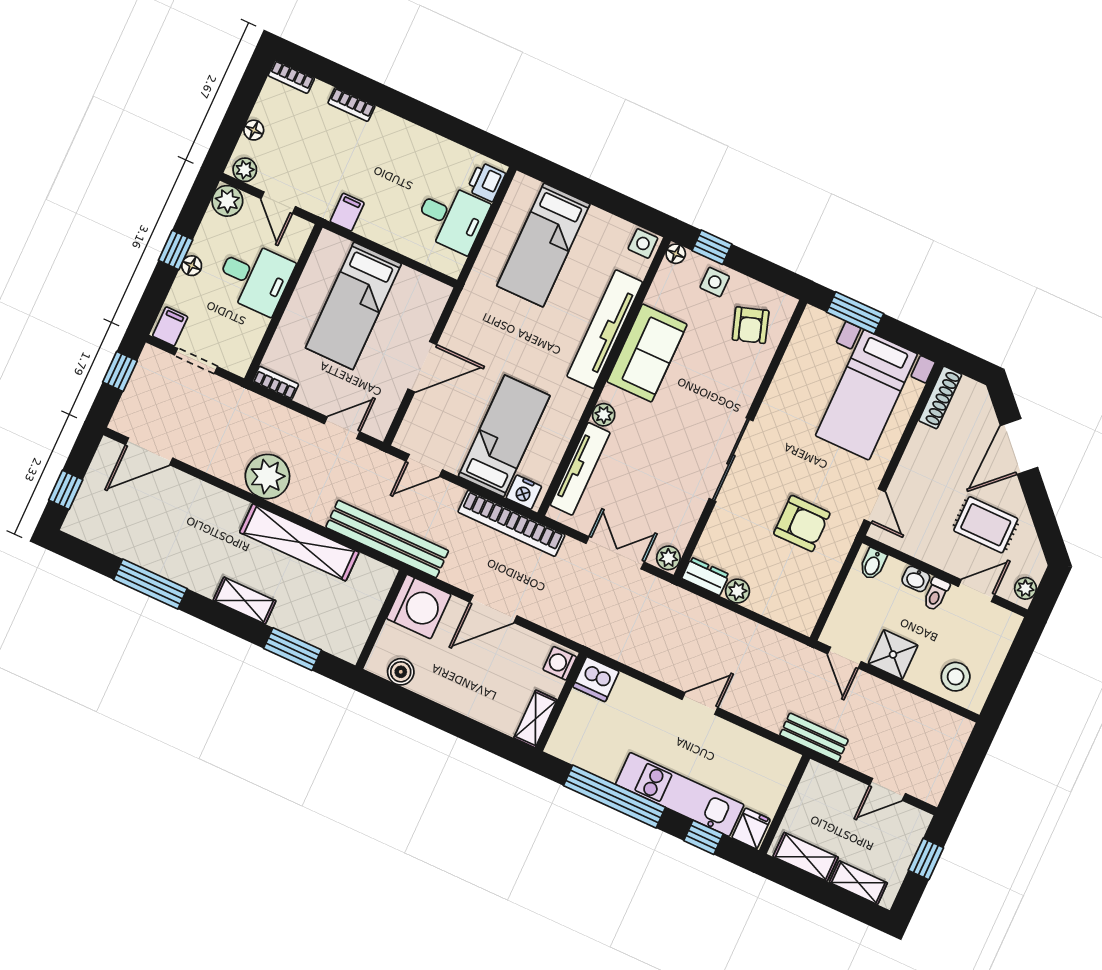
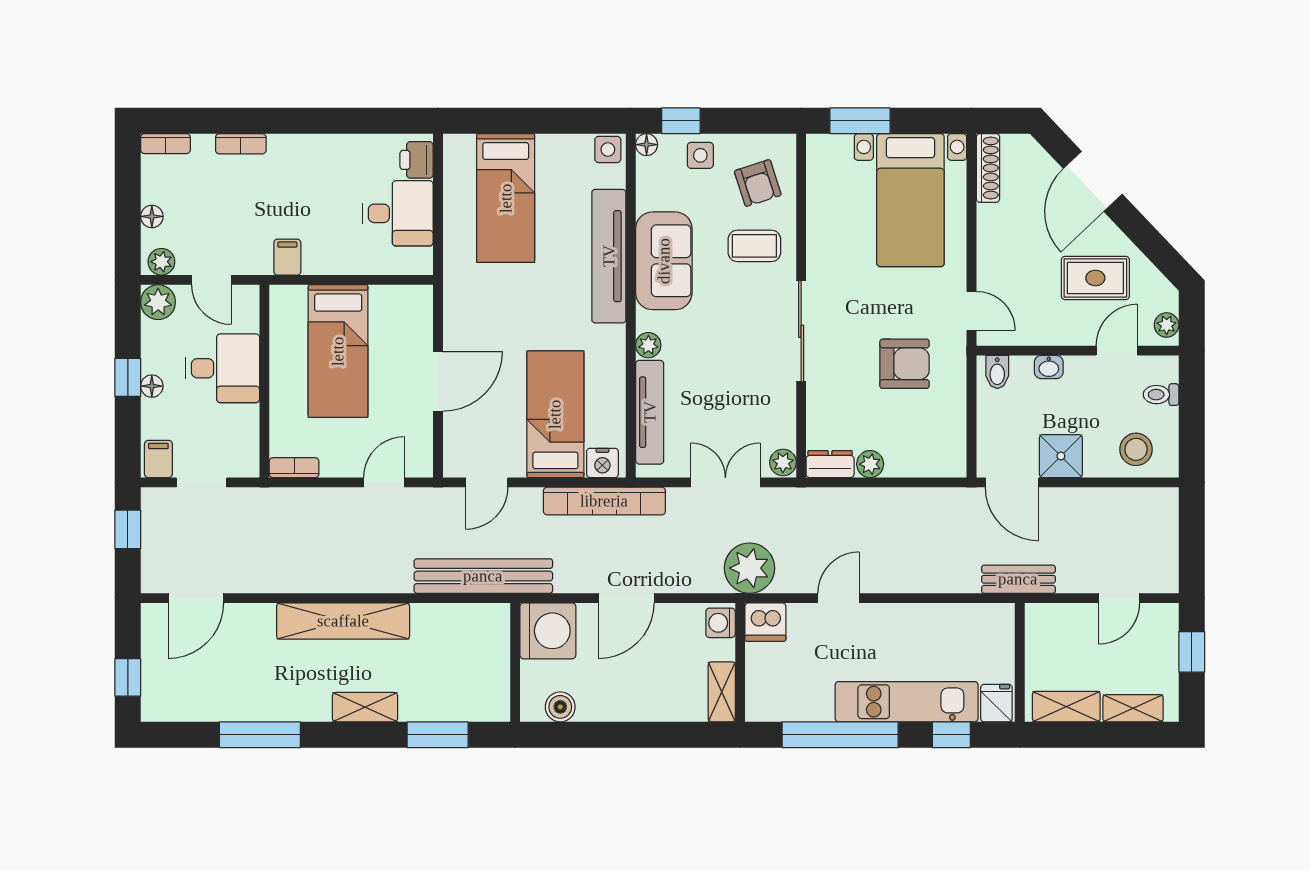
coffee table: (725, 374) -> (754, 246), added
plant: (267, 477) -> (749, 568), moved
shelving: (299, 542) -> (343, 621), moved
toilet: (936, 594) -> (1161, 395), moved, turned 90
door: (844, 658) -> (1012, 482), width x1.38
door: (700, 704) -> (839, 598), moved

